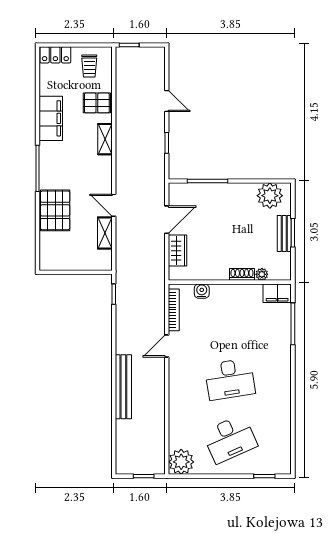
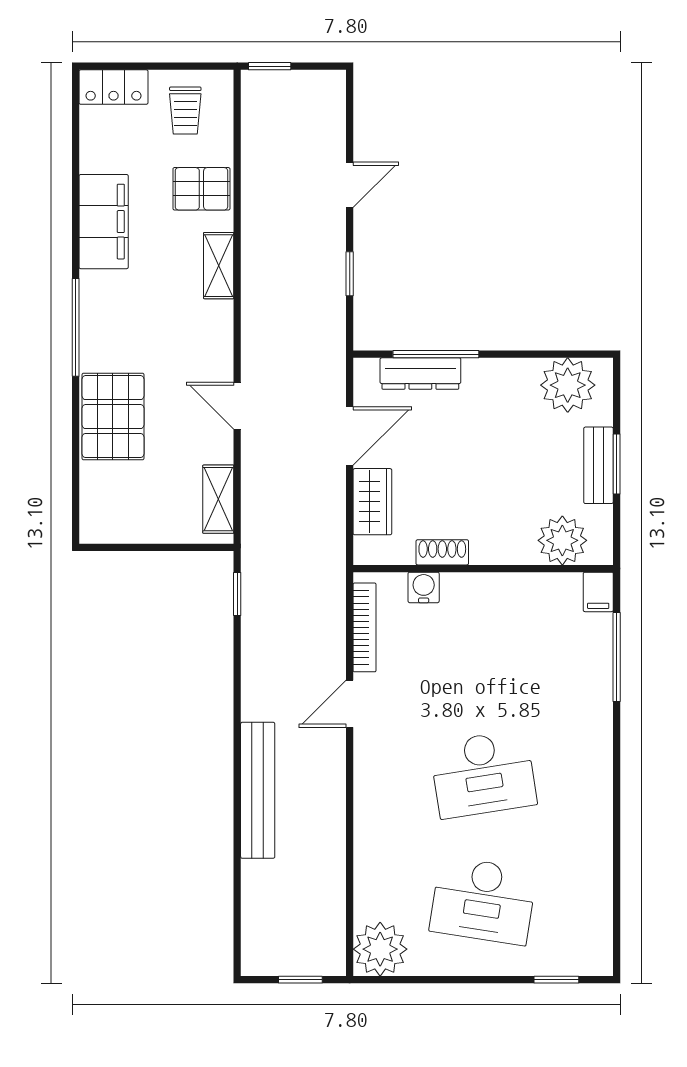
door: (167, 101) -> (350, 185), hinge flipped
dresser: (200, 190) -> (420, 374), added
shelving: (105, 233) -> (218, 499), moved
shoe rack: (242, 274) -> (442, 552), moved
plant: (262, 274) -> (562, 540), width x1.88, depth x1.88
filing cabinet: (277, 293) -> (598, 592), width x0.50
desk: (230, 439) -> (483, 901), turned 33

